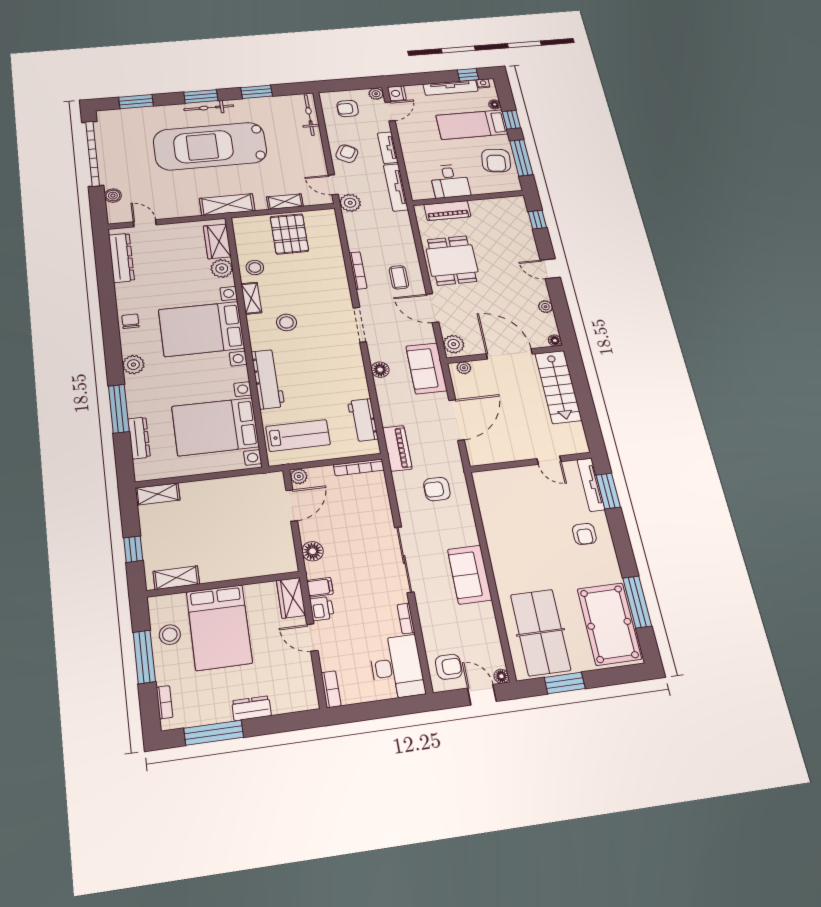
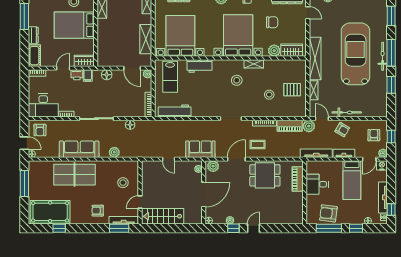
window: (345, 85) -> (391, 137), added
window: (201, 96) -> (391, 53), width x1.44
door: (390, 111) -> (369, 159), hinge flipped
bicycle: (309, 115) -> (347, 112), moved
bed: (472, 125) -> (352, 180), moved, turned 180
door: (333, 185) -> (322, 119), hinge flipped
shelving: (227, 205) -> (315, 59), width x1.47
window: (537, 220) -> (233, 228), moved
door: (145, 223) -> (308, 13), hinge flipped
pallet: (289, 234) -> (292, 90), width x0.67, depth x0.71
stool: (255, 267) -> (269, 95), moved
chair: (169, 277) -> (272, 22), added
floor lamp: (380, 370) -> (130, 125), moved
workbench: (268, 379) -> (200, 66), width x0.73
stairs: (558, 387) -> (163, 216), moved
workbench: (363, 420) -> (175, 111), width x1.38
door: (457, 420) -> (169, 159), width x0.53
piano: (397, 448) -> (290, 126), moved
shelving: (230, 487) -> (146, 39), added
armchair: (437, 489) -> (132, 142), removed
stool: (519, 495) -> (123, 183), added
plant: (464, 518) -> (114, 152), added
sofa: (470, 575) -> (79, 149), width x1.36
window: (637, 602) -> (59, 228), width x0.46
table tennis table: (541, 632) -> (74, 175), moved
window: (565, 683) -> (24, 183), width x1.44
door: (482, 695) -> (24, 143), hinge flipped
cot: (295, 700) -> (34, 56), added

